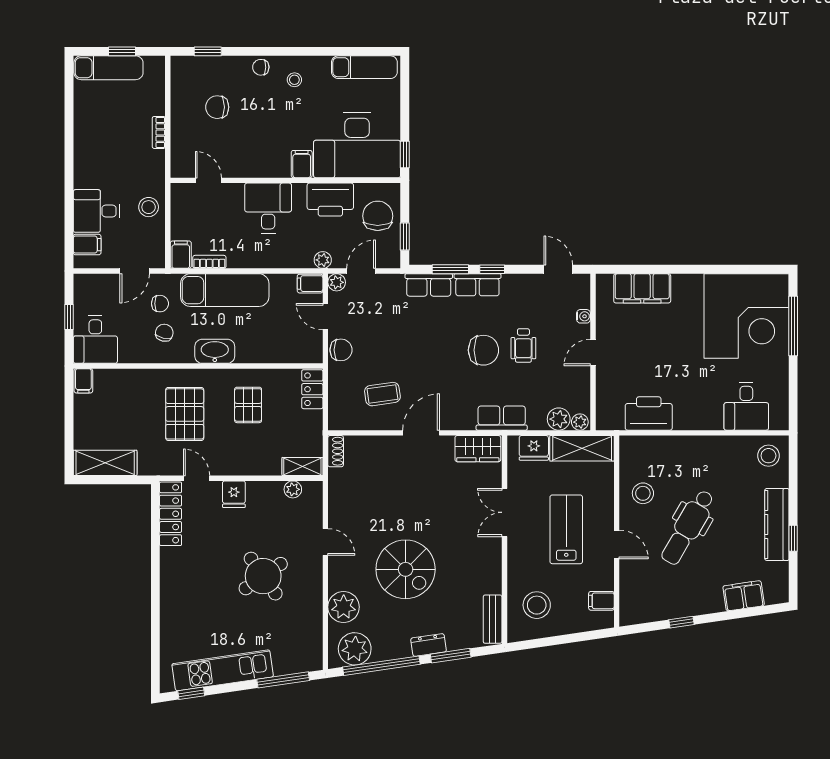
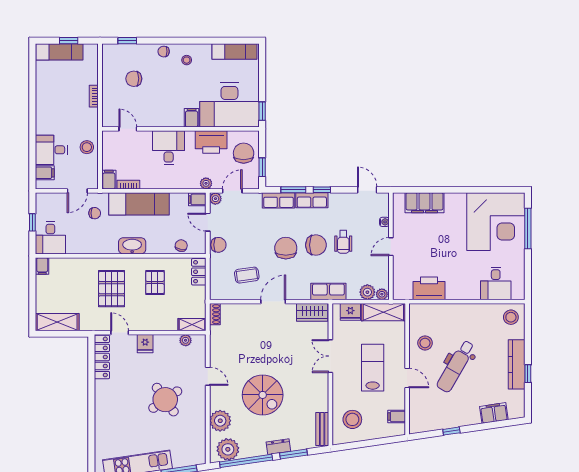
chair: (164, 333) -> (181, 246), moved
chair: (439, 355) -> (286, 248), added

